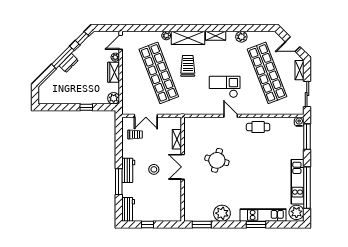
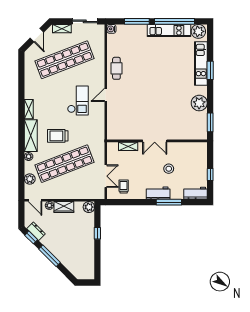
plant: (241, 37) -> (30, 179), moved
dresser: (69, 63) -> (36, 231), moved
checkout: (225, 87) -> (78, 100), turned 180
window: (307, 137) -> (137, 21), moved
round table: (217, 160) -> (148, 108), removed
stool: (154, 169) -> (169, 169), moved

